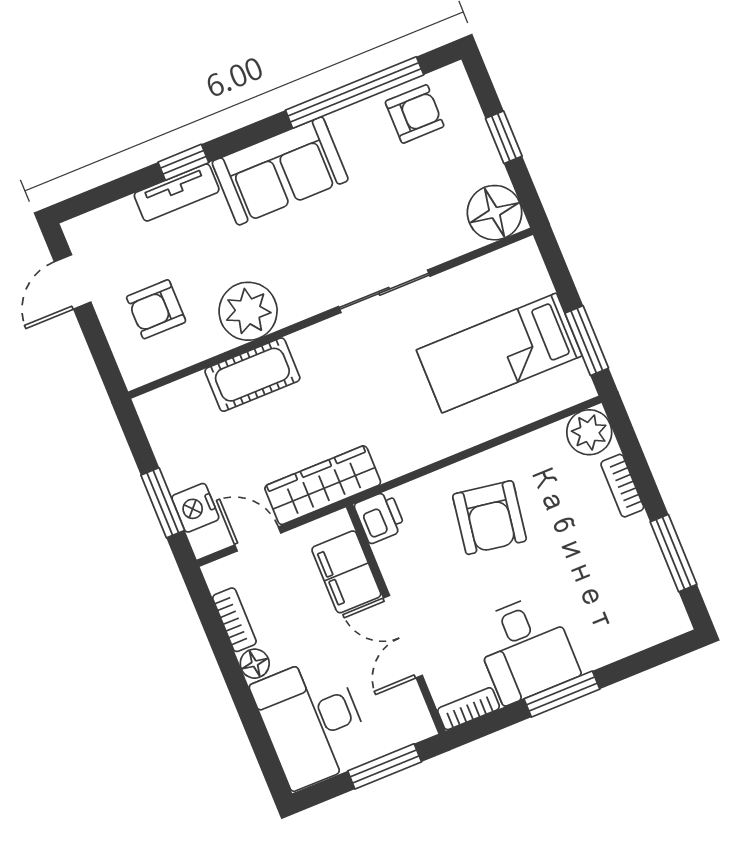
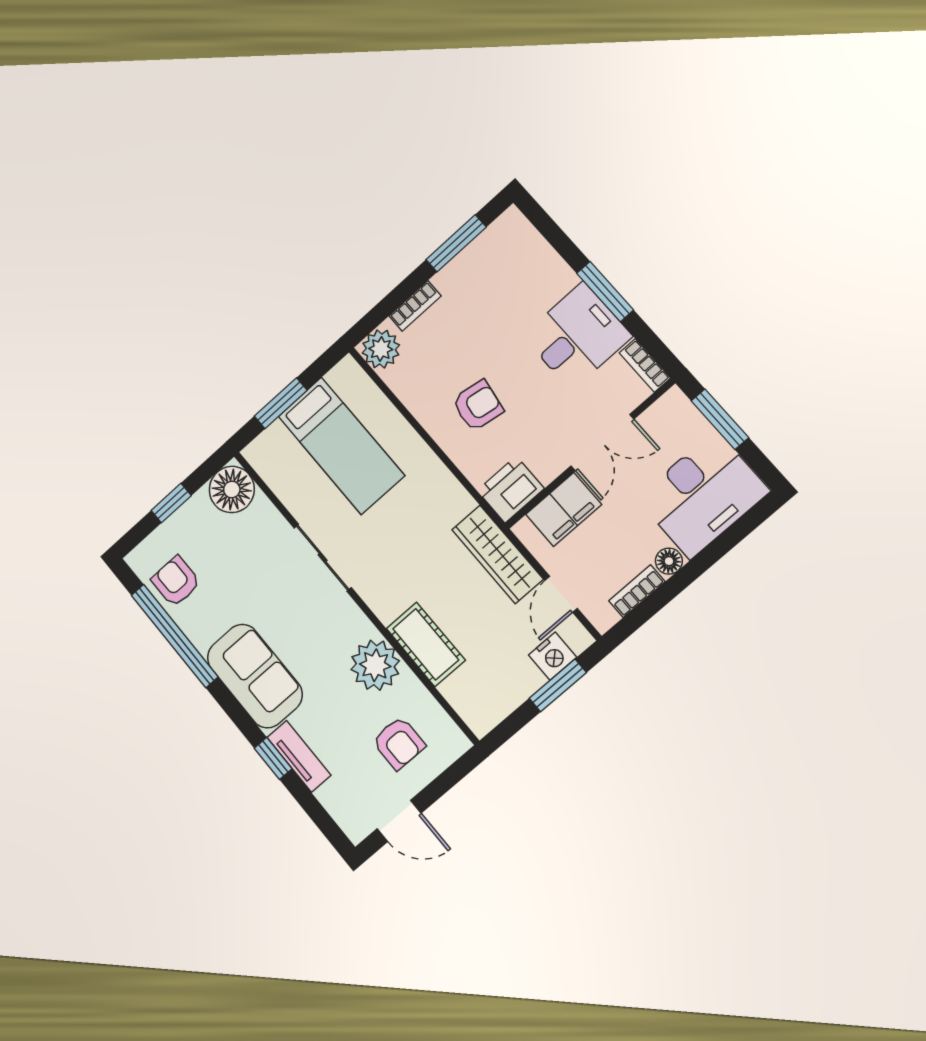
window: (587, 341) -> (281, 403), moved
printer: (380, 517) -> (511, 490), width x1.36, depth x1.24
armchair: (490, 518) -> (478, 406), width x0.72, depth x0.72

